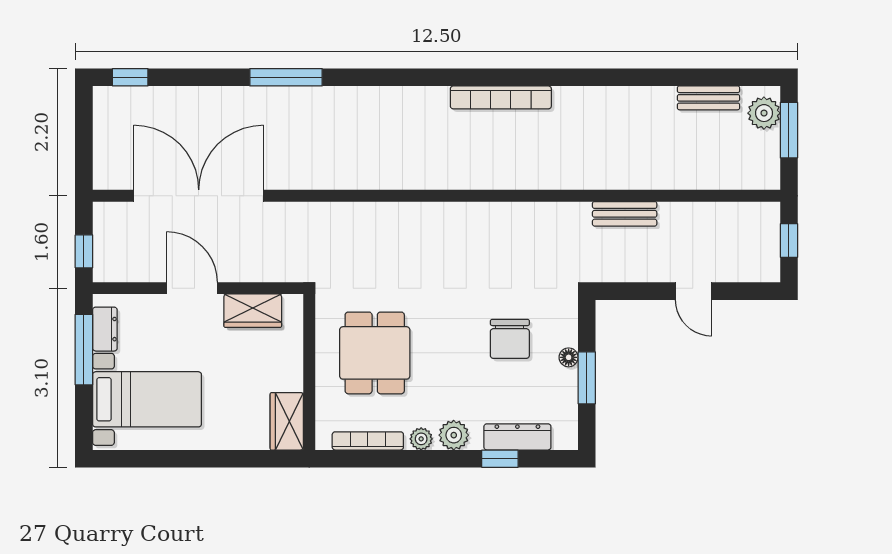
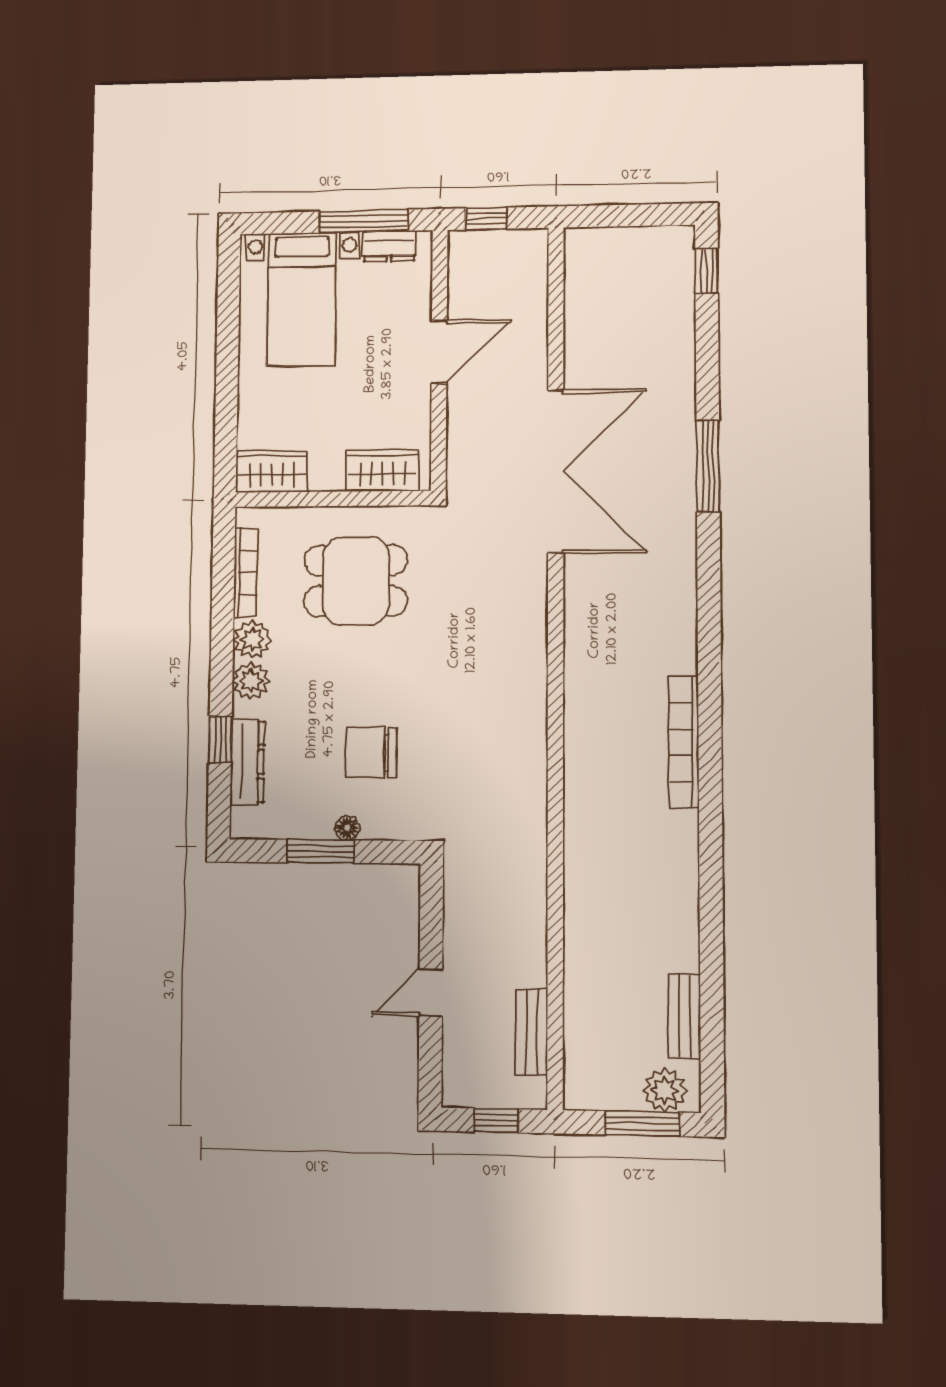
double door: (199, 196) -> (556, 471), moved
bench: (625, 214) -> (531, 1032), moved
wardrobe: (253, 311) -> (382, 470), moved, turned 90
plant: (421, 439) -> (252, 640), width x1.38, depth x1.38

